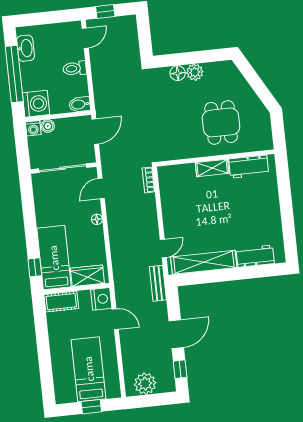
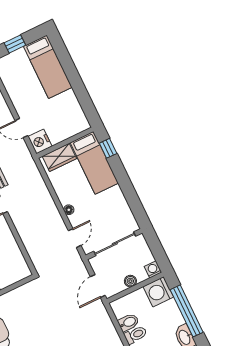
bidet: (80, 104) -> (128, 322), moved
boiler: (48, 126) -> (130, 281), moved
bookcase: (149, 180) -> (36, 260), removed
cot: (61, 302) -> (74, 127), removed
bed: (89, 369) -> (48, 67), moved

